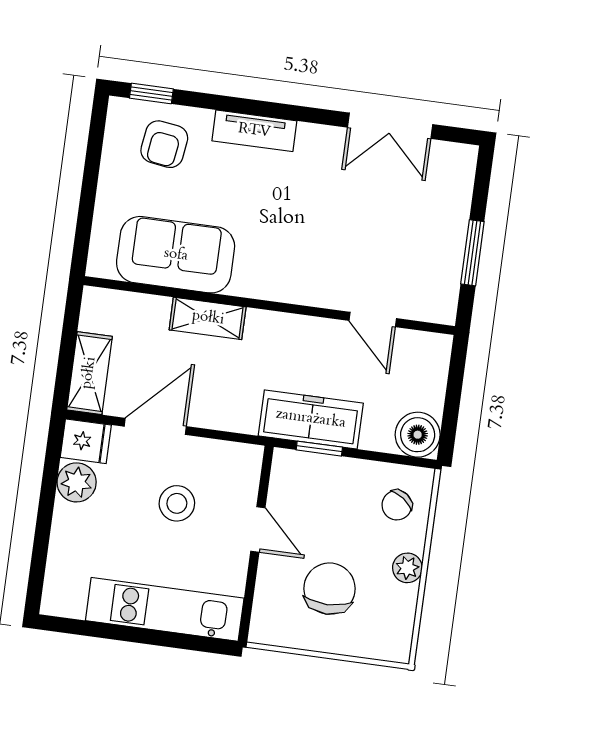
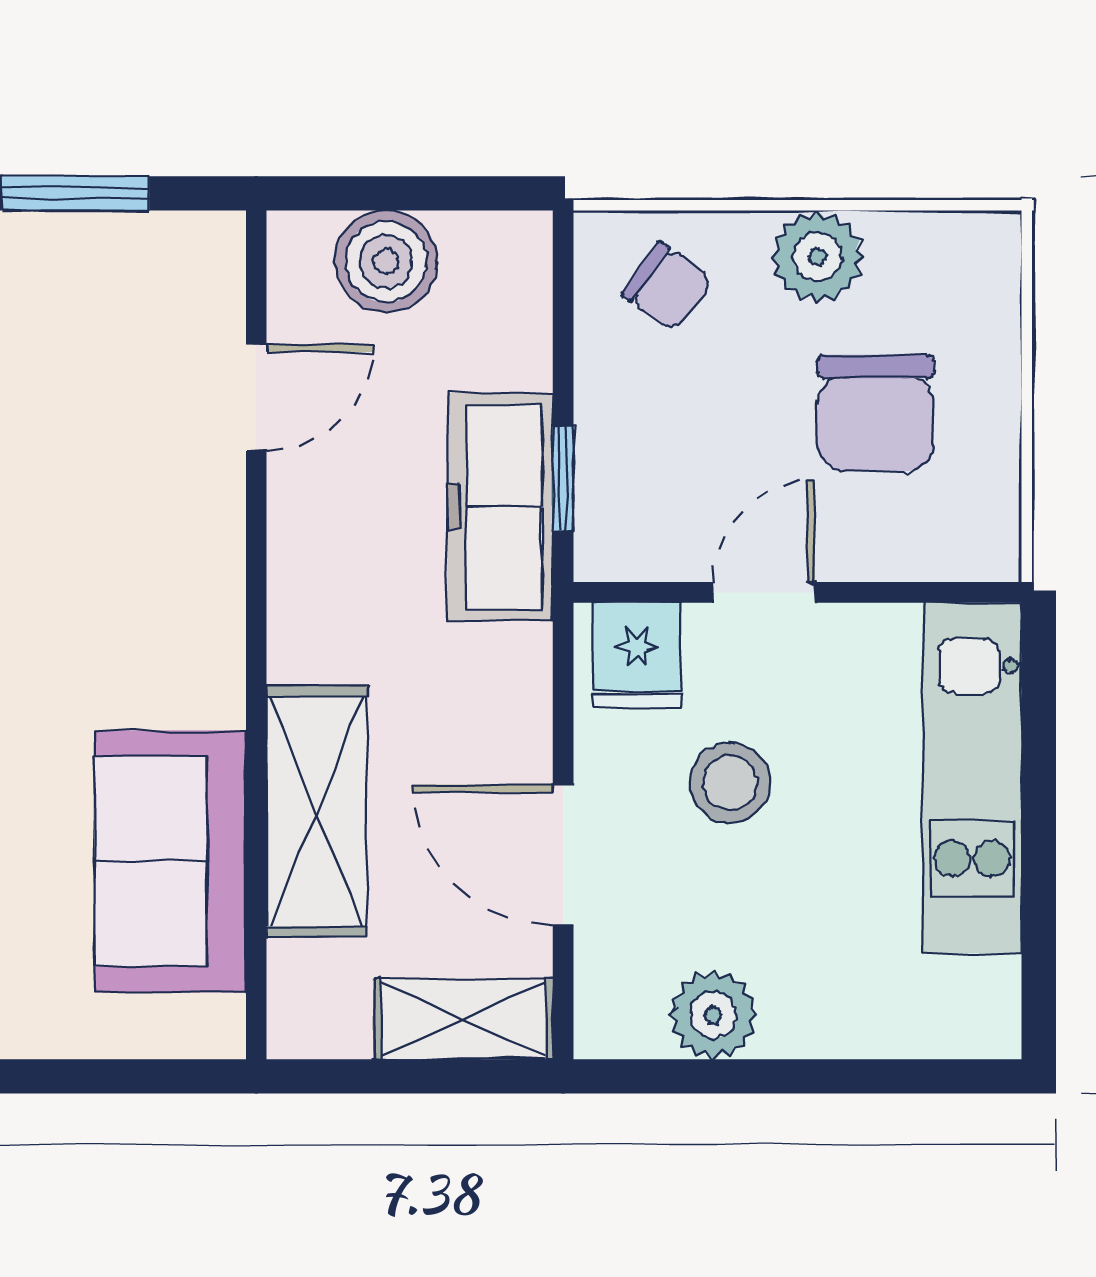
shelving: (208, 318) -> (316, 812), width x1.50, depth x1.33
boiler: (418, 435) -> (386, 261), moved
fridge: (86, 441) -> (637, 655), moved, turned 180
plant: (407, 568) -> (817, 257), width x1.38, depth x1.38
chair: (329, 589) -> (875, 413), turned -90

